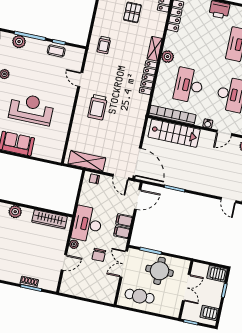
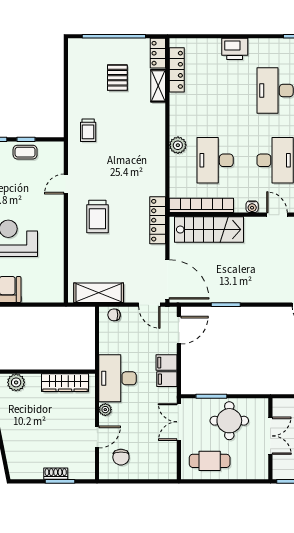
shelving: (155, 49) -> (158, 86), moved
plant: (168, 57) -> (178, 145), moved
locker: (148, 78) -> (158, 220), moved
door: (80, 80) -> (66, 184), hinge flipped
door: (224, 133) -> (277, 215), swing flipped
chair: (99, 255) -> (121, 457), moved

